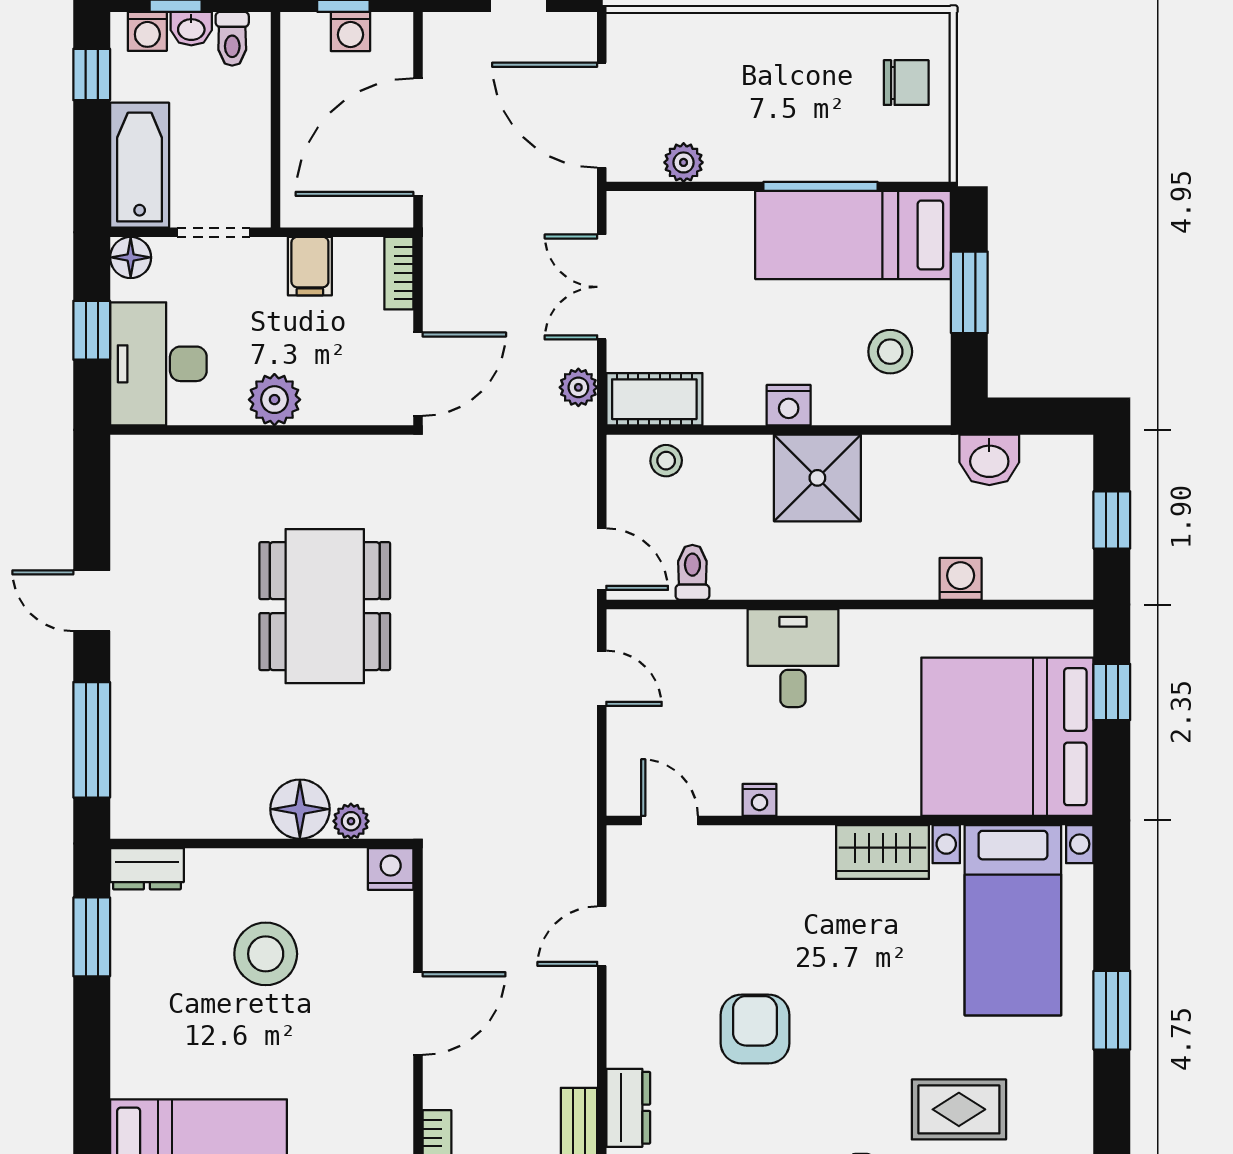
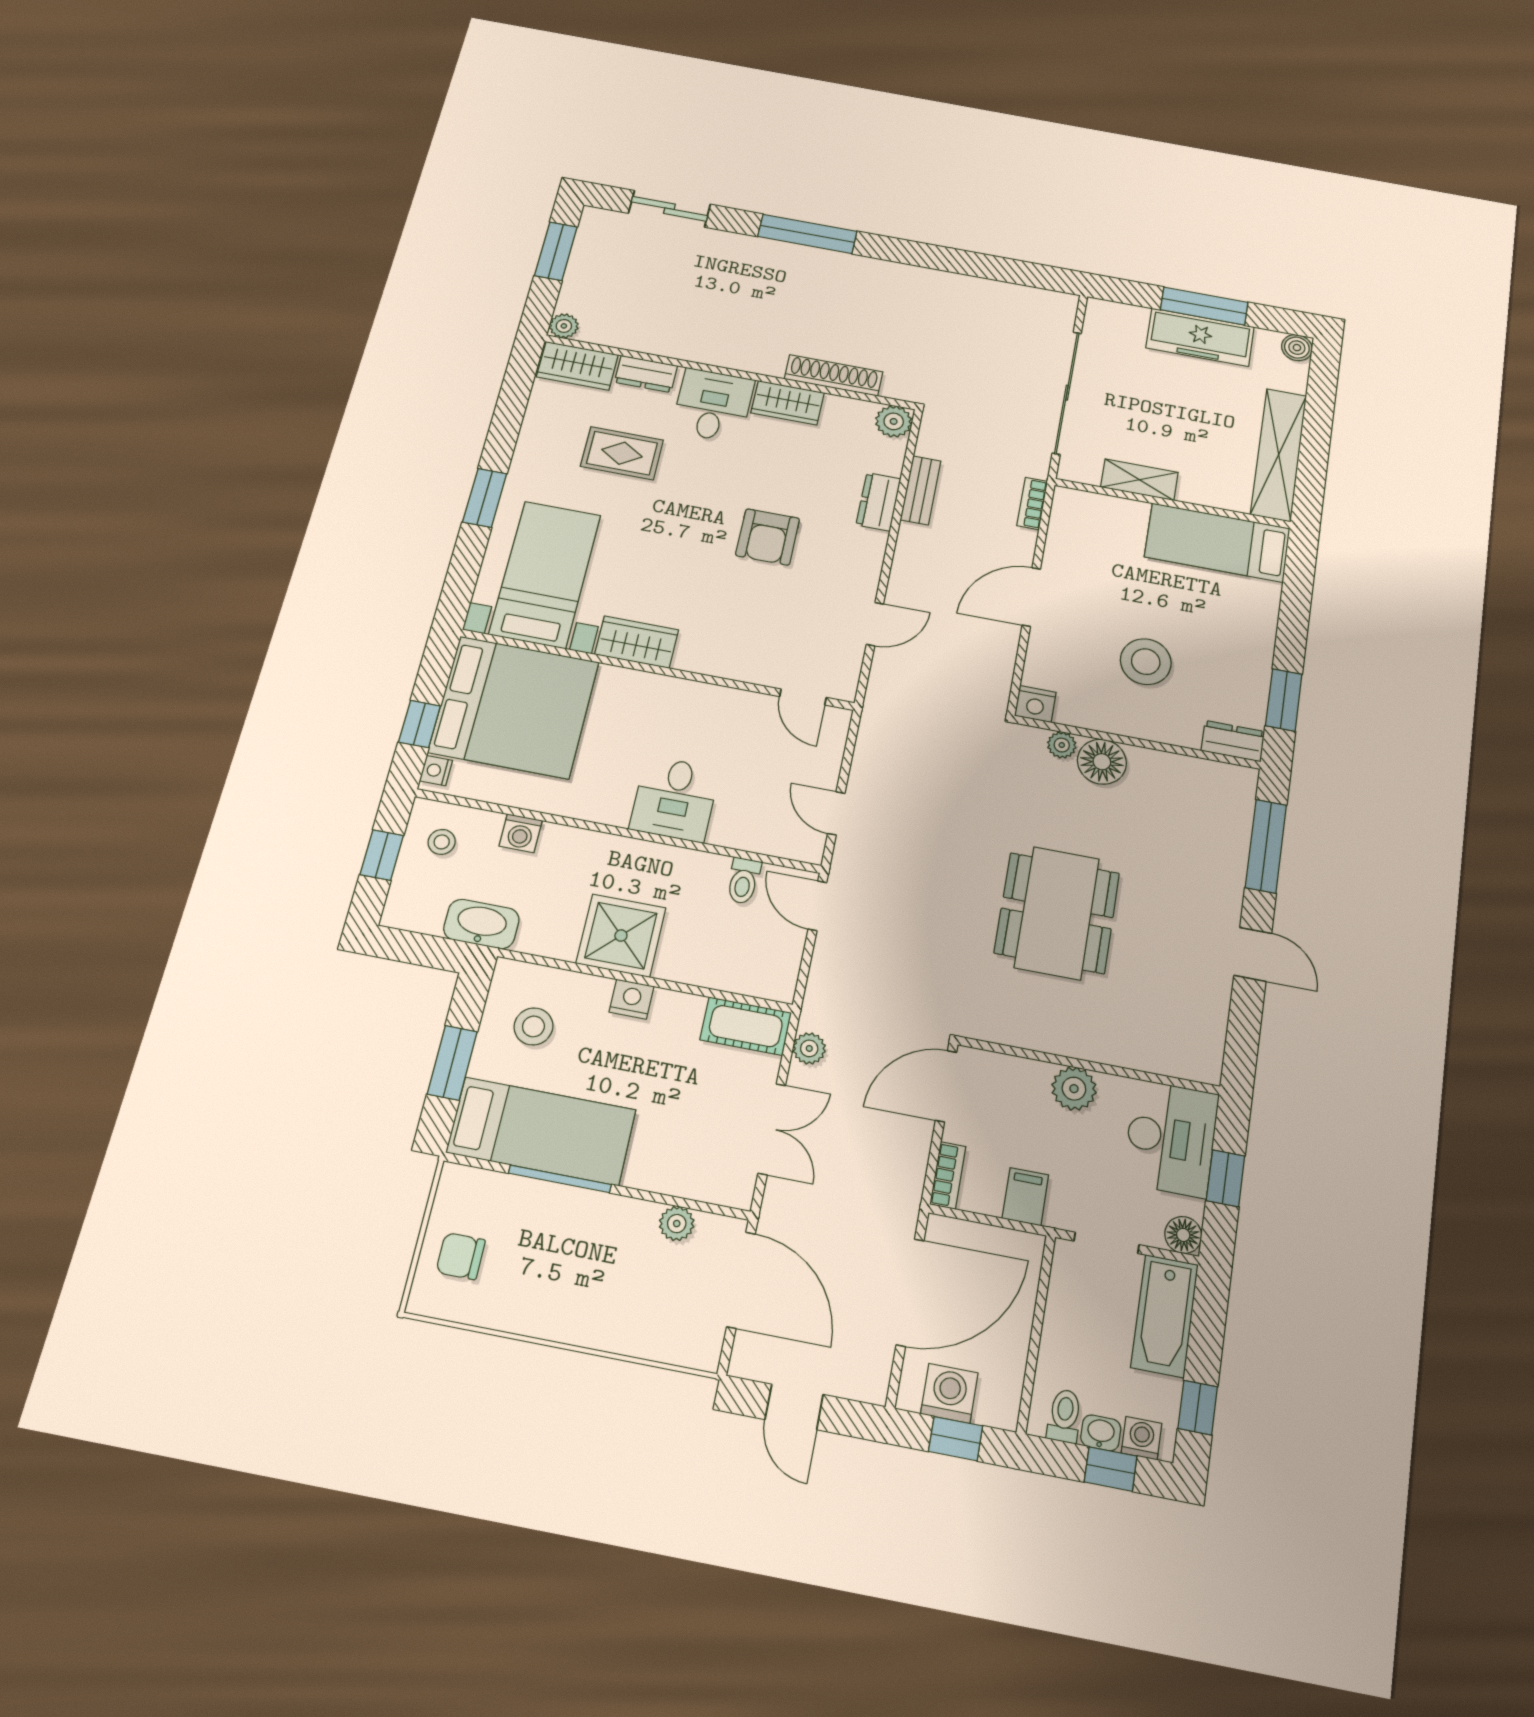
washing machine: (350, 31) -> (949, 1393), width x1.38, depth x1.38
washbasin: (989, 460) -> (481, 924), width x1.38
stool: (666, 461) -> (442, 842), moved
nightstand: (760, 800) -> (436, 771), moved, turned -90

